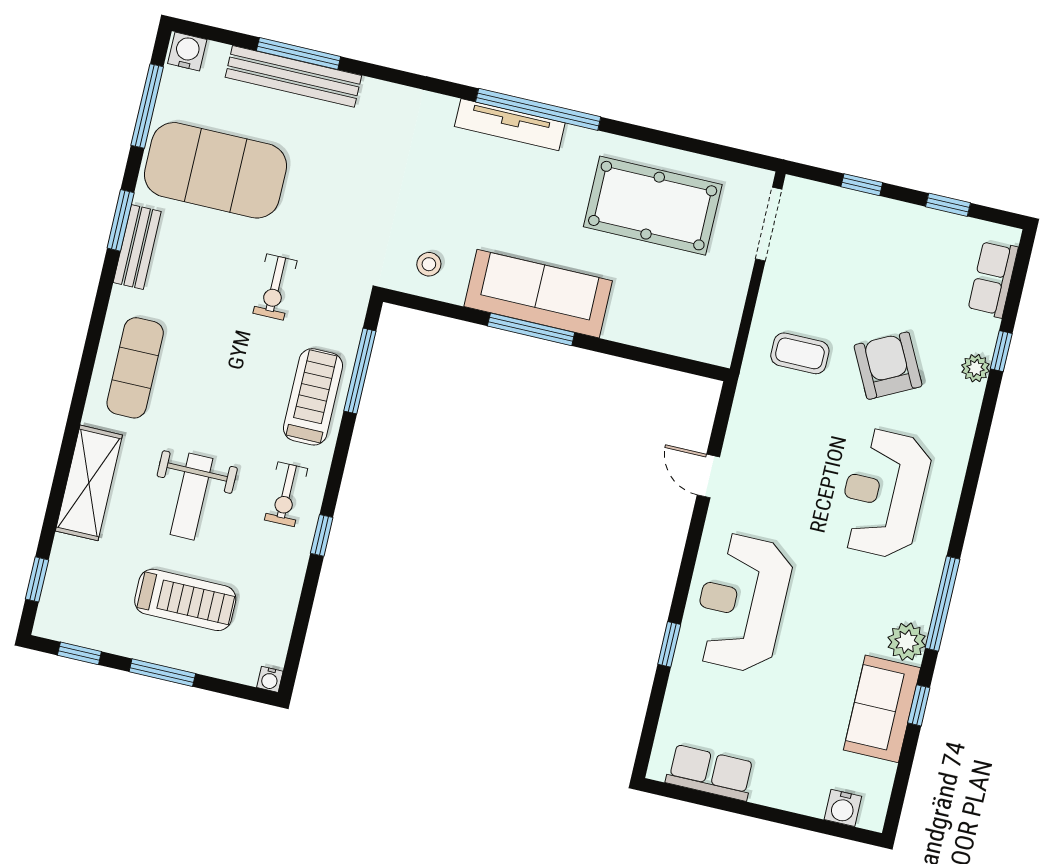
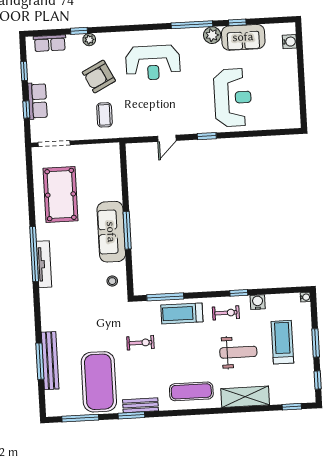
water cooler: (187, 52) -> (258, 302), moved, turned 90
reception desk: (742, 603) -> (233, 98), moved, turned -90
window: (669, 644) -> (207, 136), moved
row of seats: (710, 773) -> (38, 101), moved, turned 180

